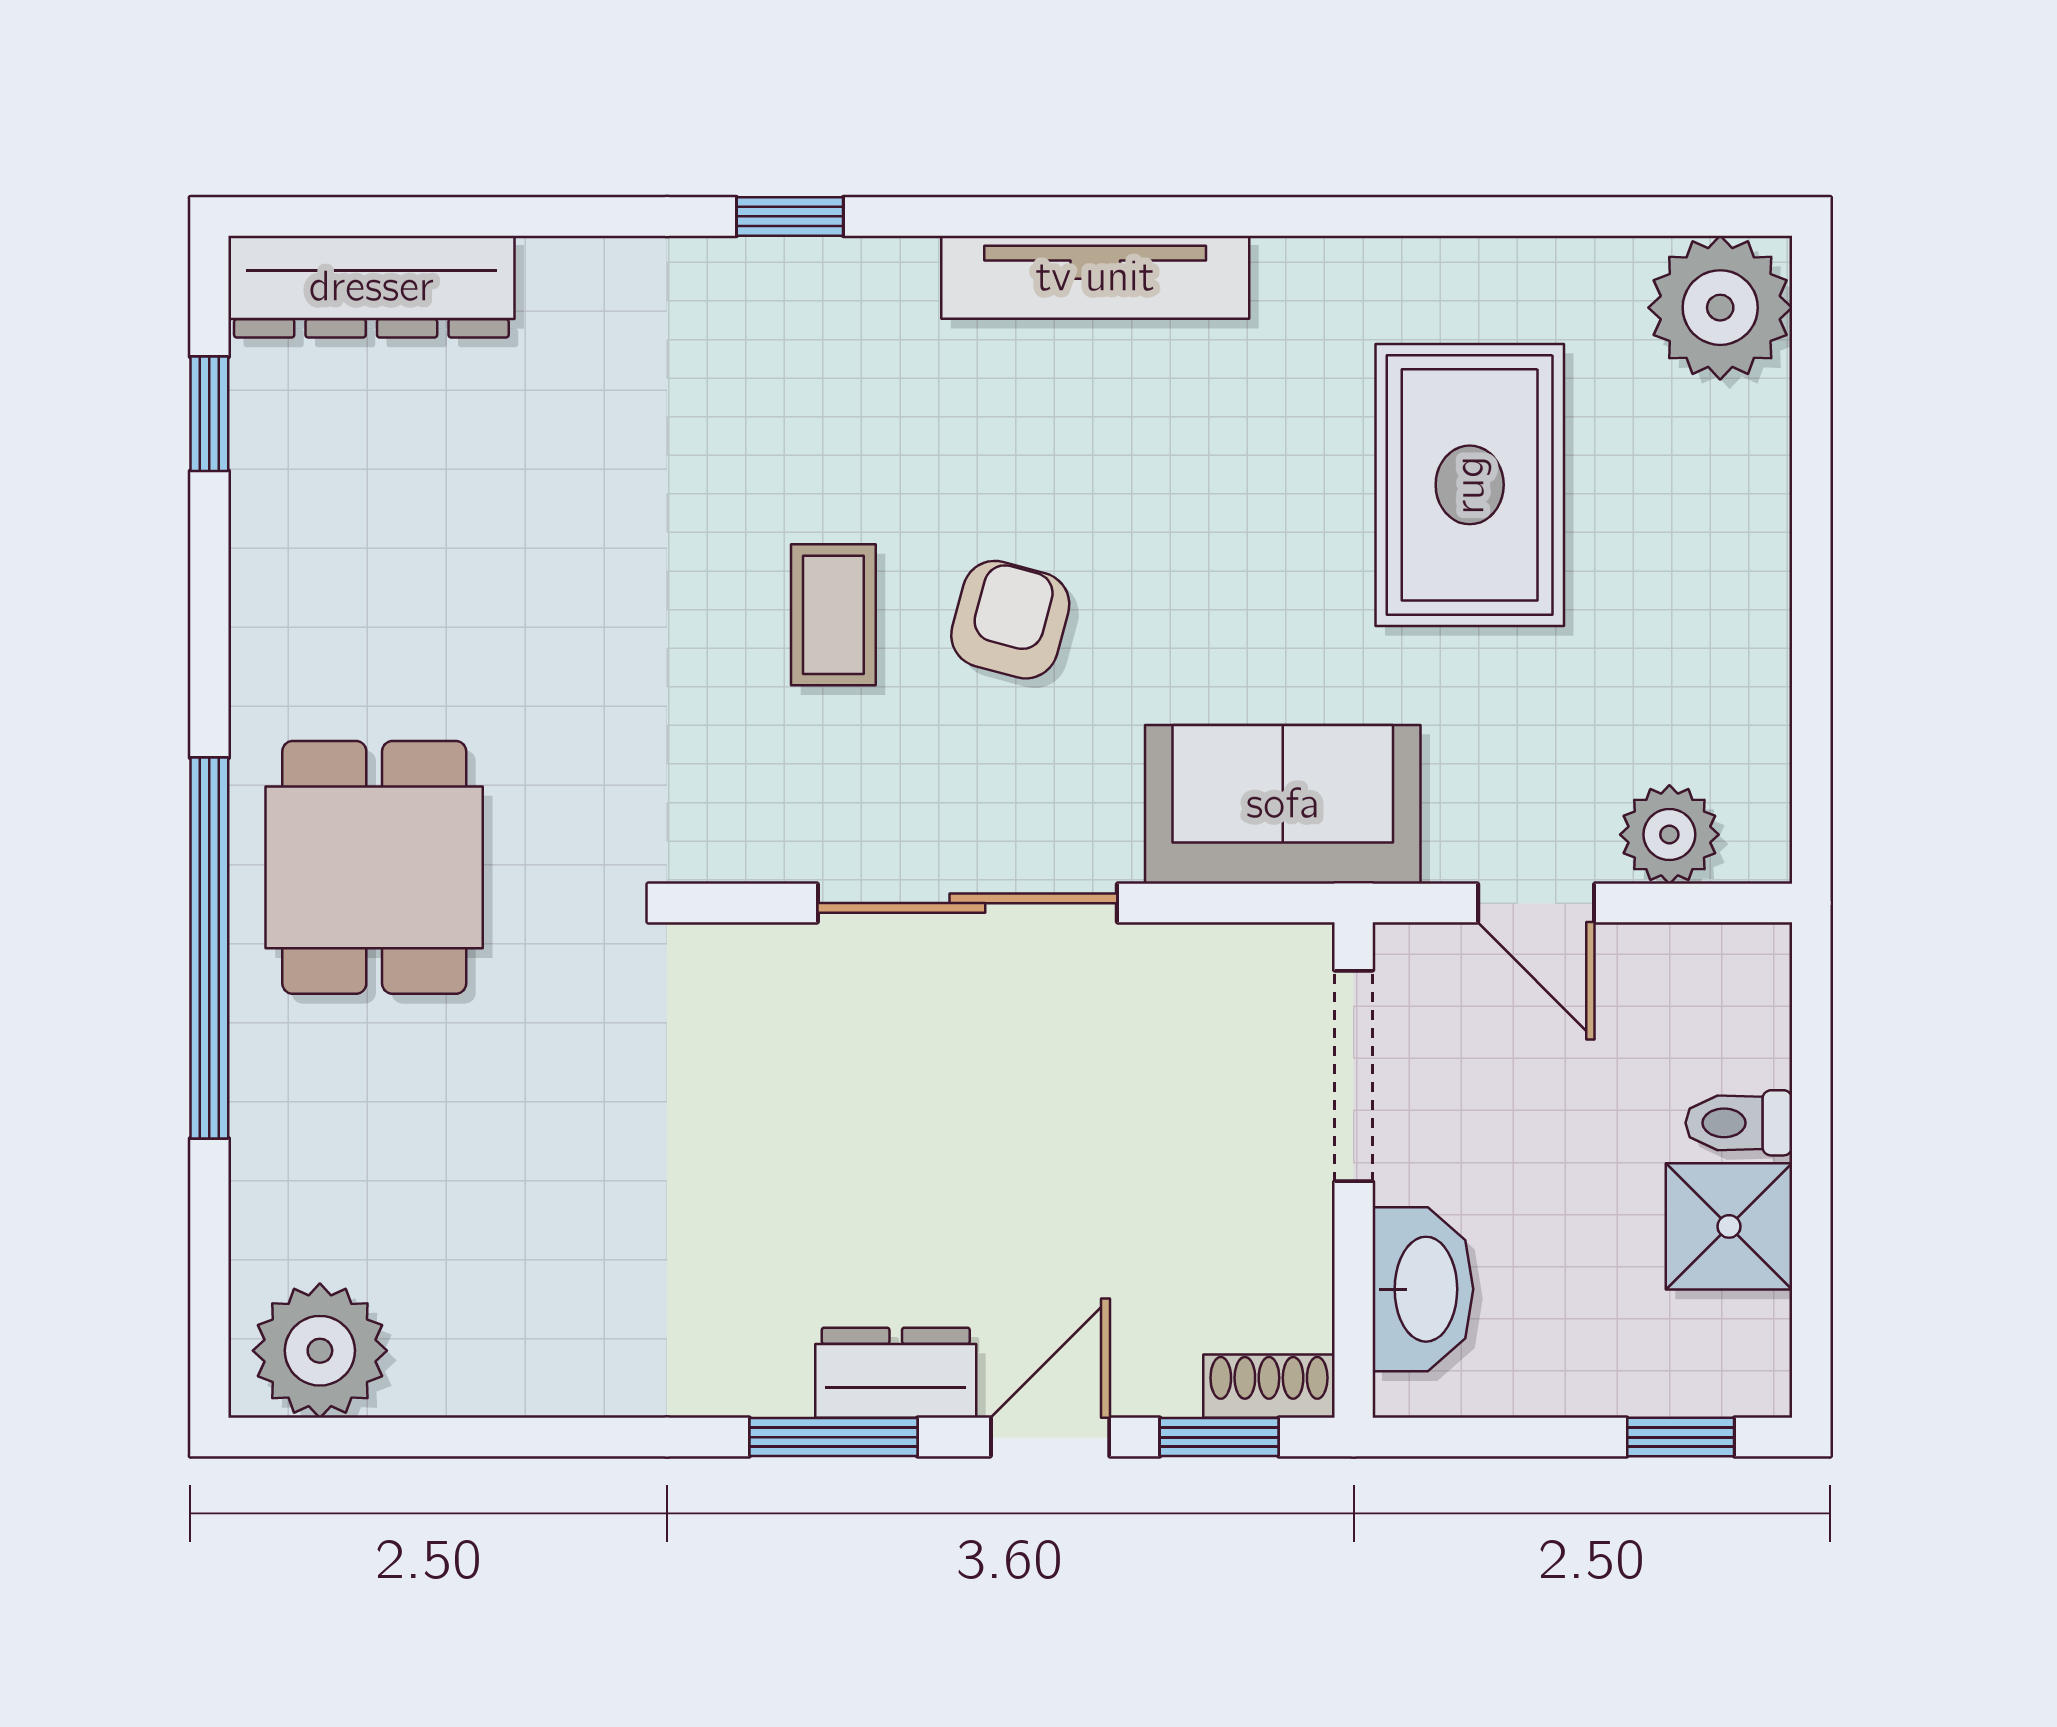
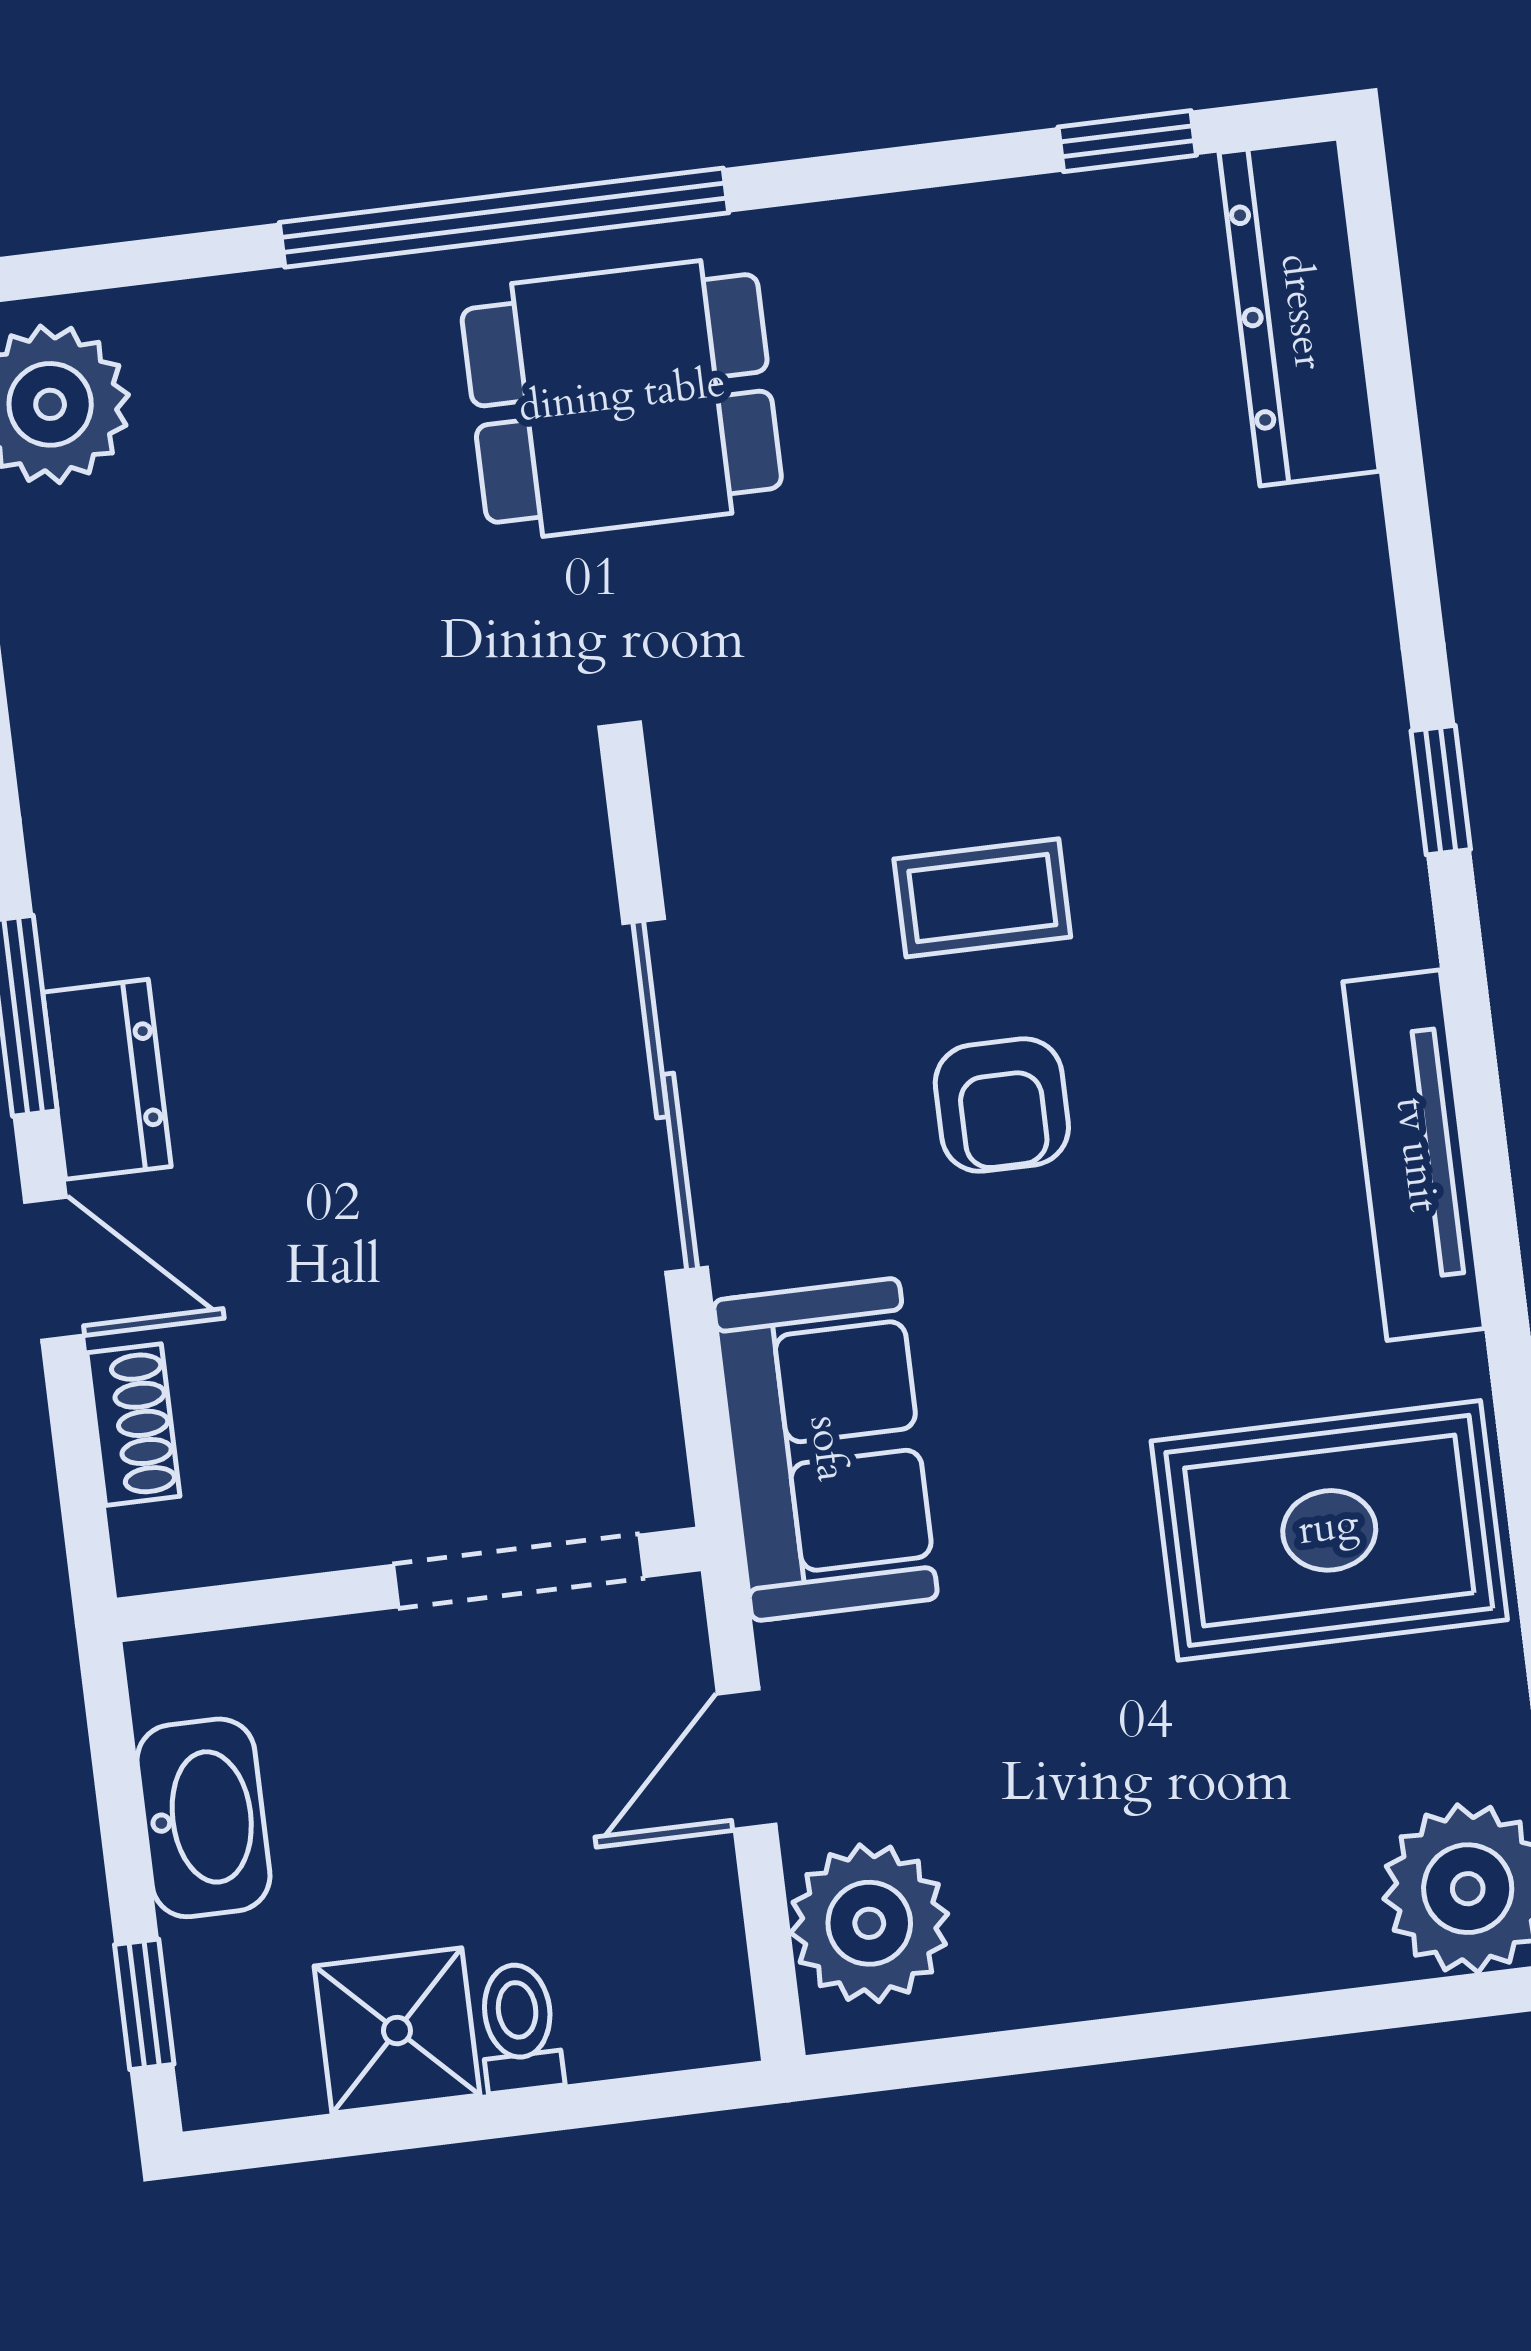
rug: (1470, 485) -> (1329, 1530), moved
armchair: (1010, 620) -> (1002, 1105), turned 75
plant: (1669, 835) -> (869, 1923), width x1.36, depth x1.36
washbasin: (1423, 1289) -> (204, 1818), moved, turned -90
shoe rack: (1269, 1386) -> (133, 1425), moved
window: (1219, 1437) -> (78, 1466), removed

